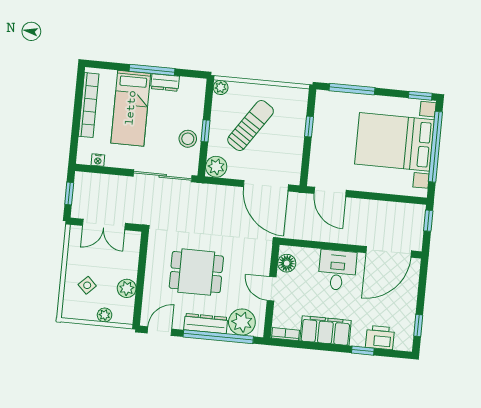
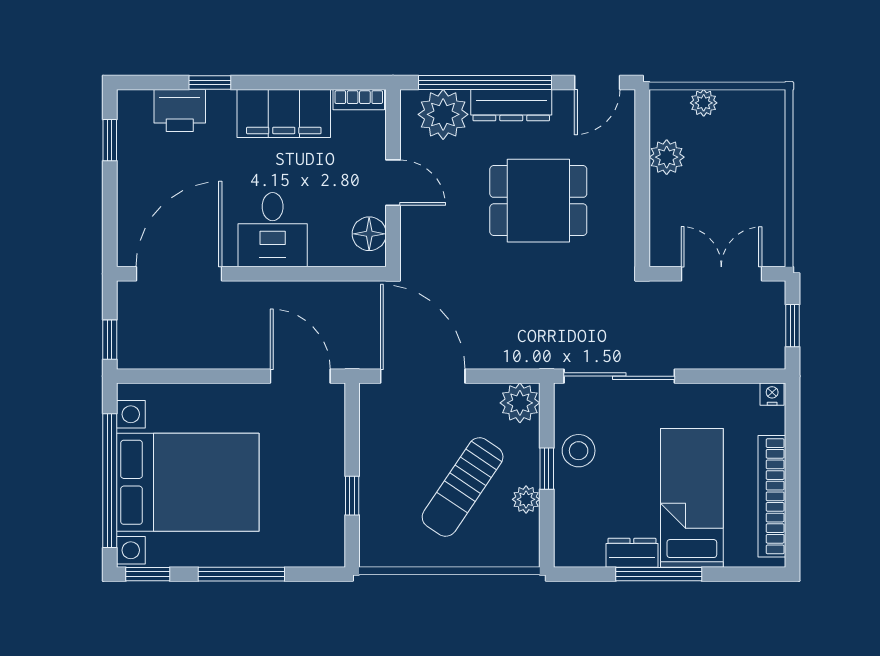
plant: (221, 87) -> (526, 499), moved
window: (352, 89) -> (241, 574), moved
nightstand: (98, 160) -> (772, 394), moved
side table: (87, 285) -> (742, 156), removed

